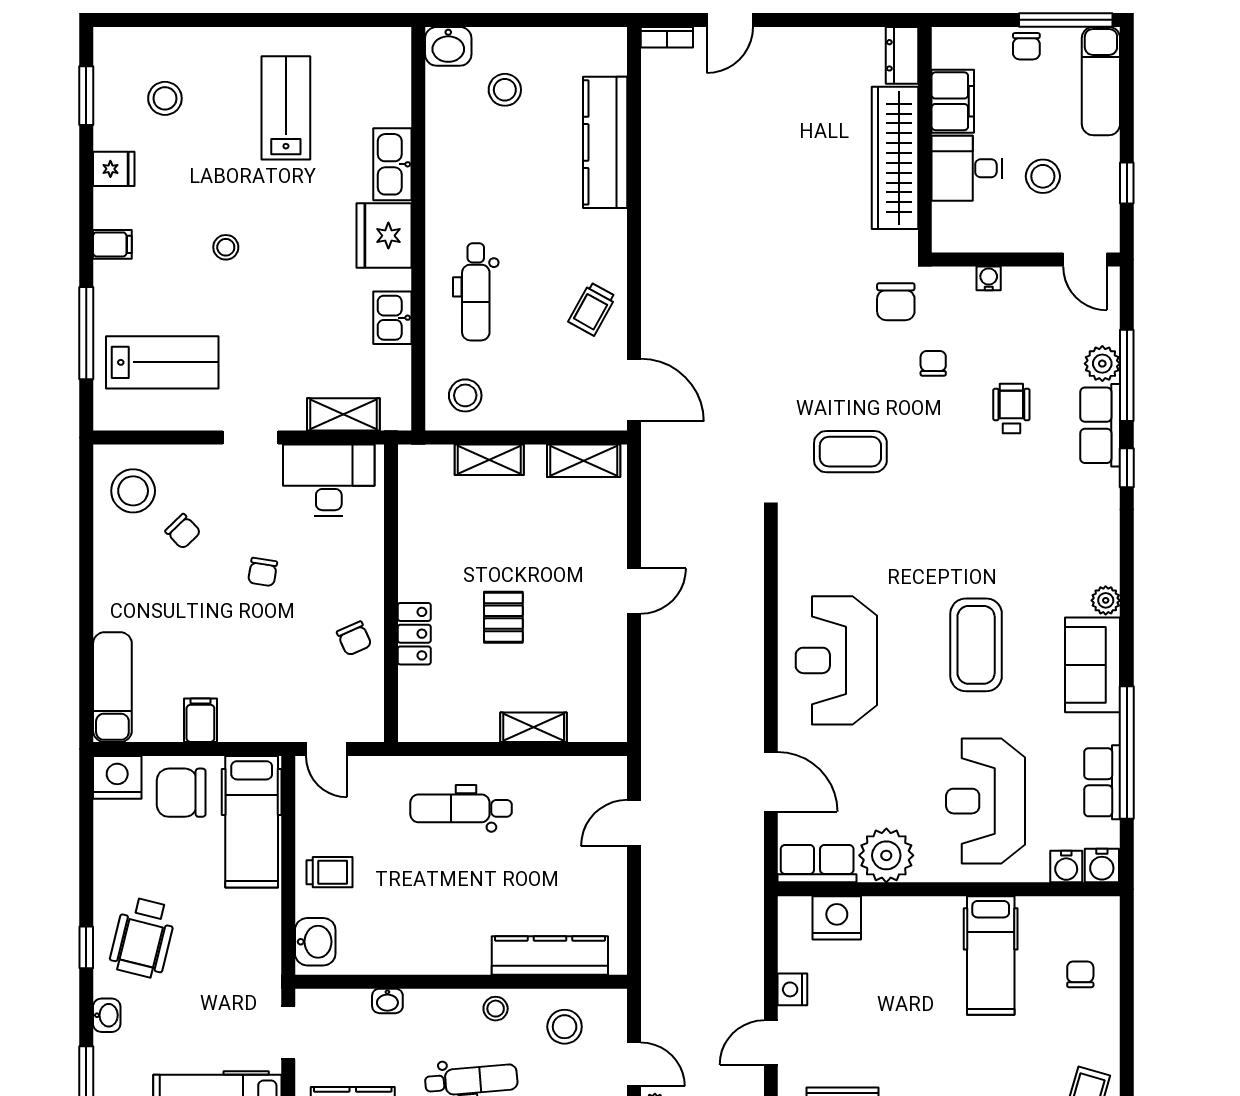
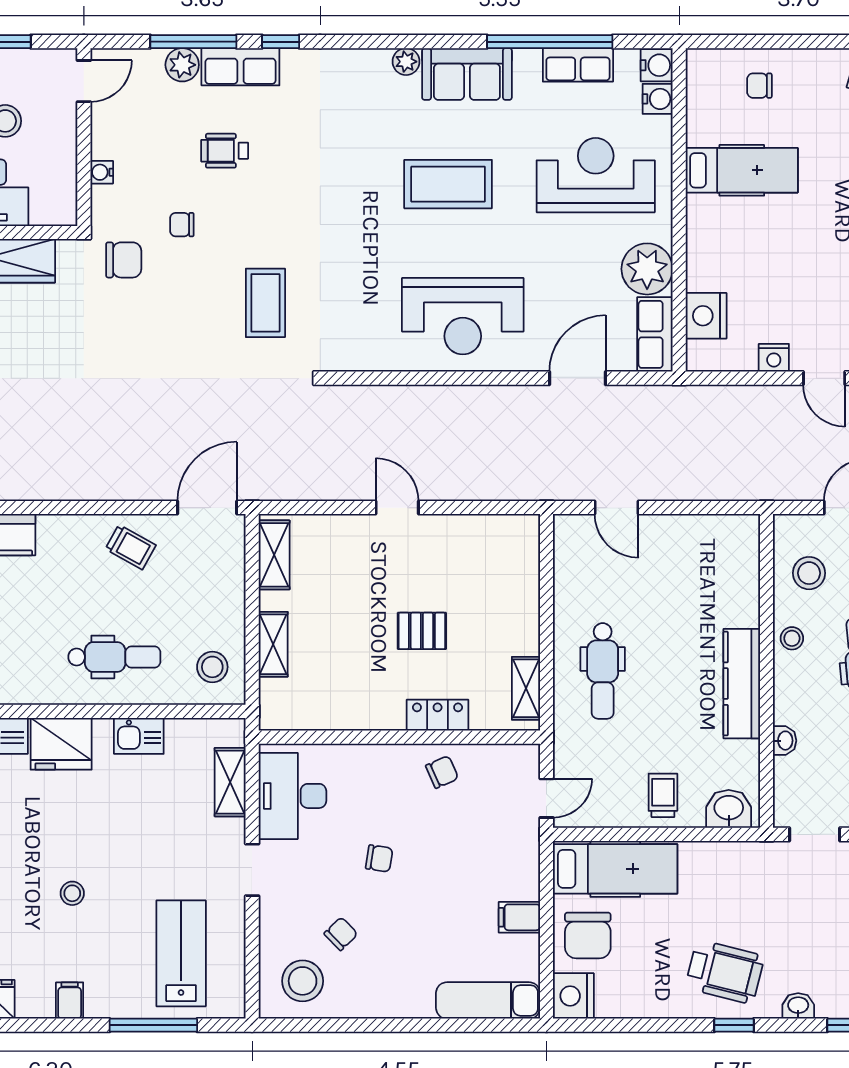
shelving: (534, 727) -> (526, 688), moved
reception desk: (986, 801) -> (596, 175), turned 180
kitchen counter: (550, 956) -> (742, 684), moved

